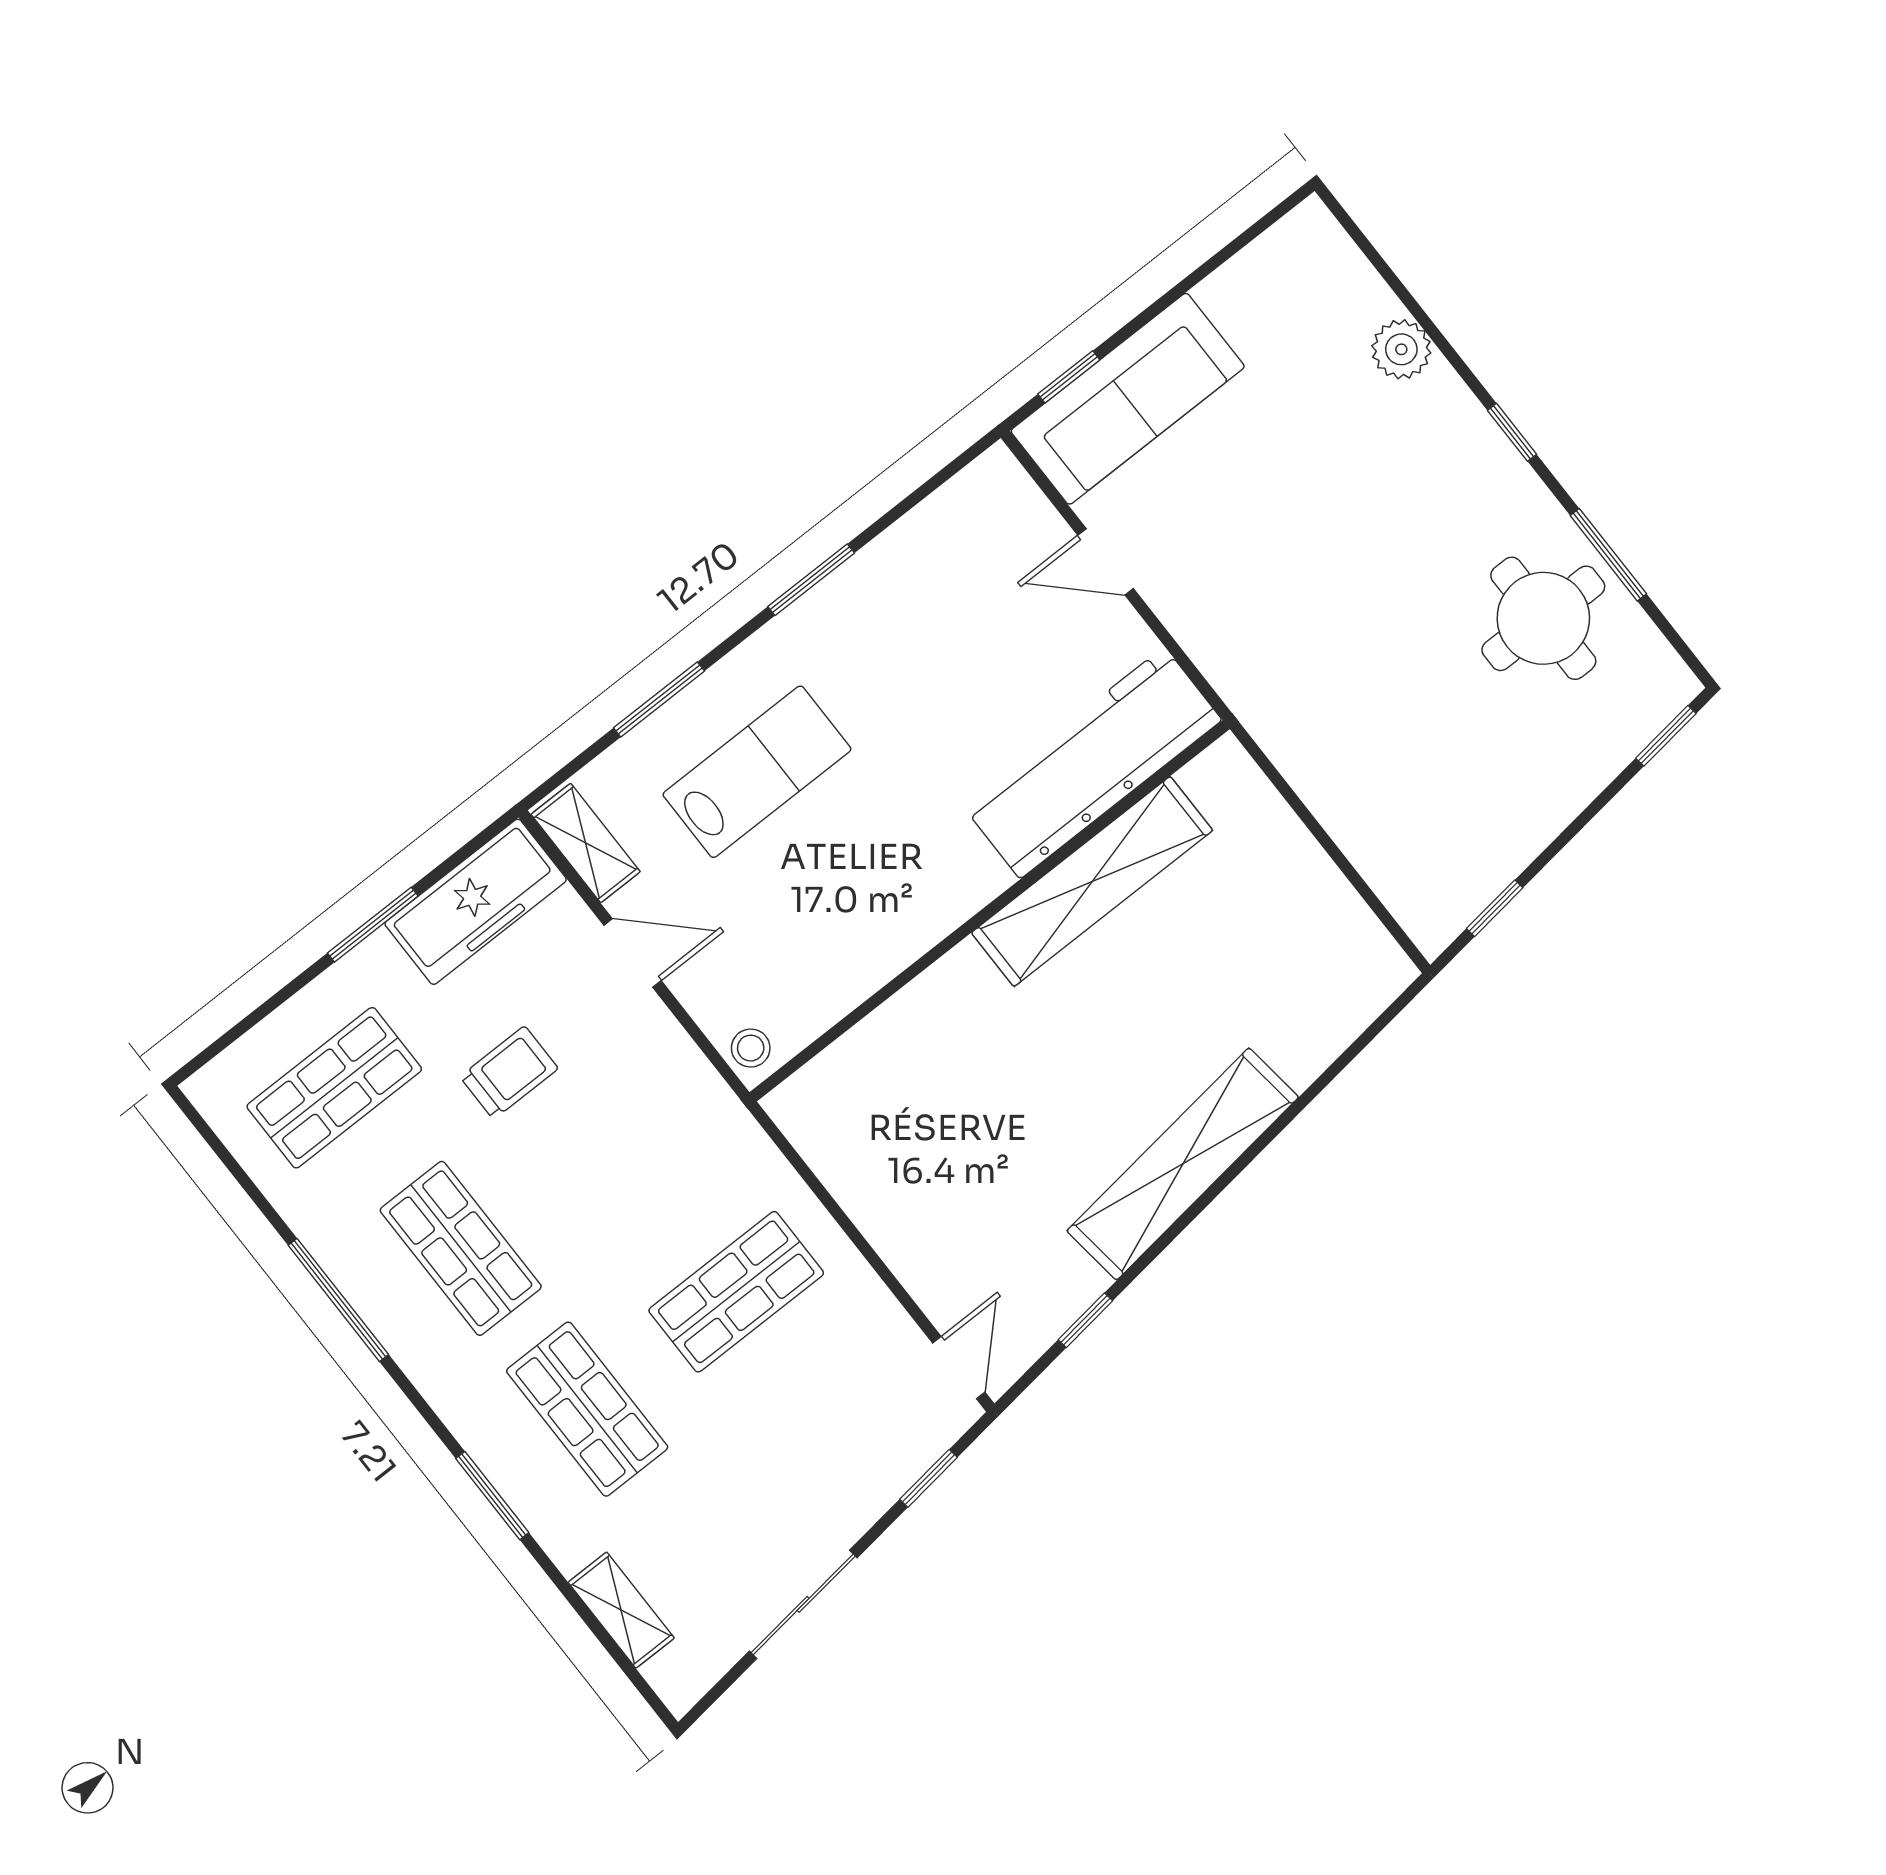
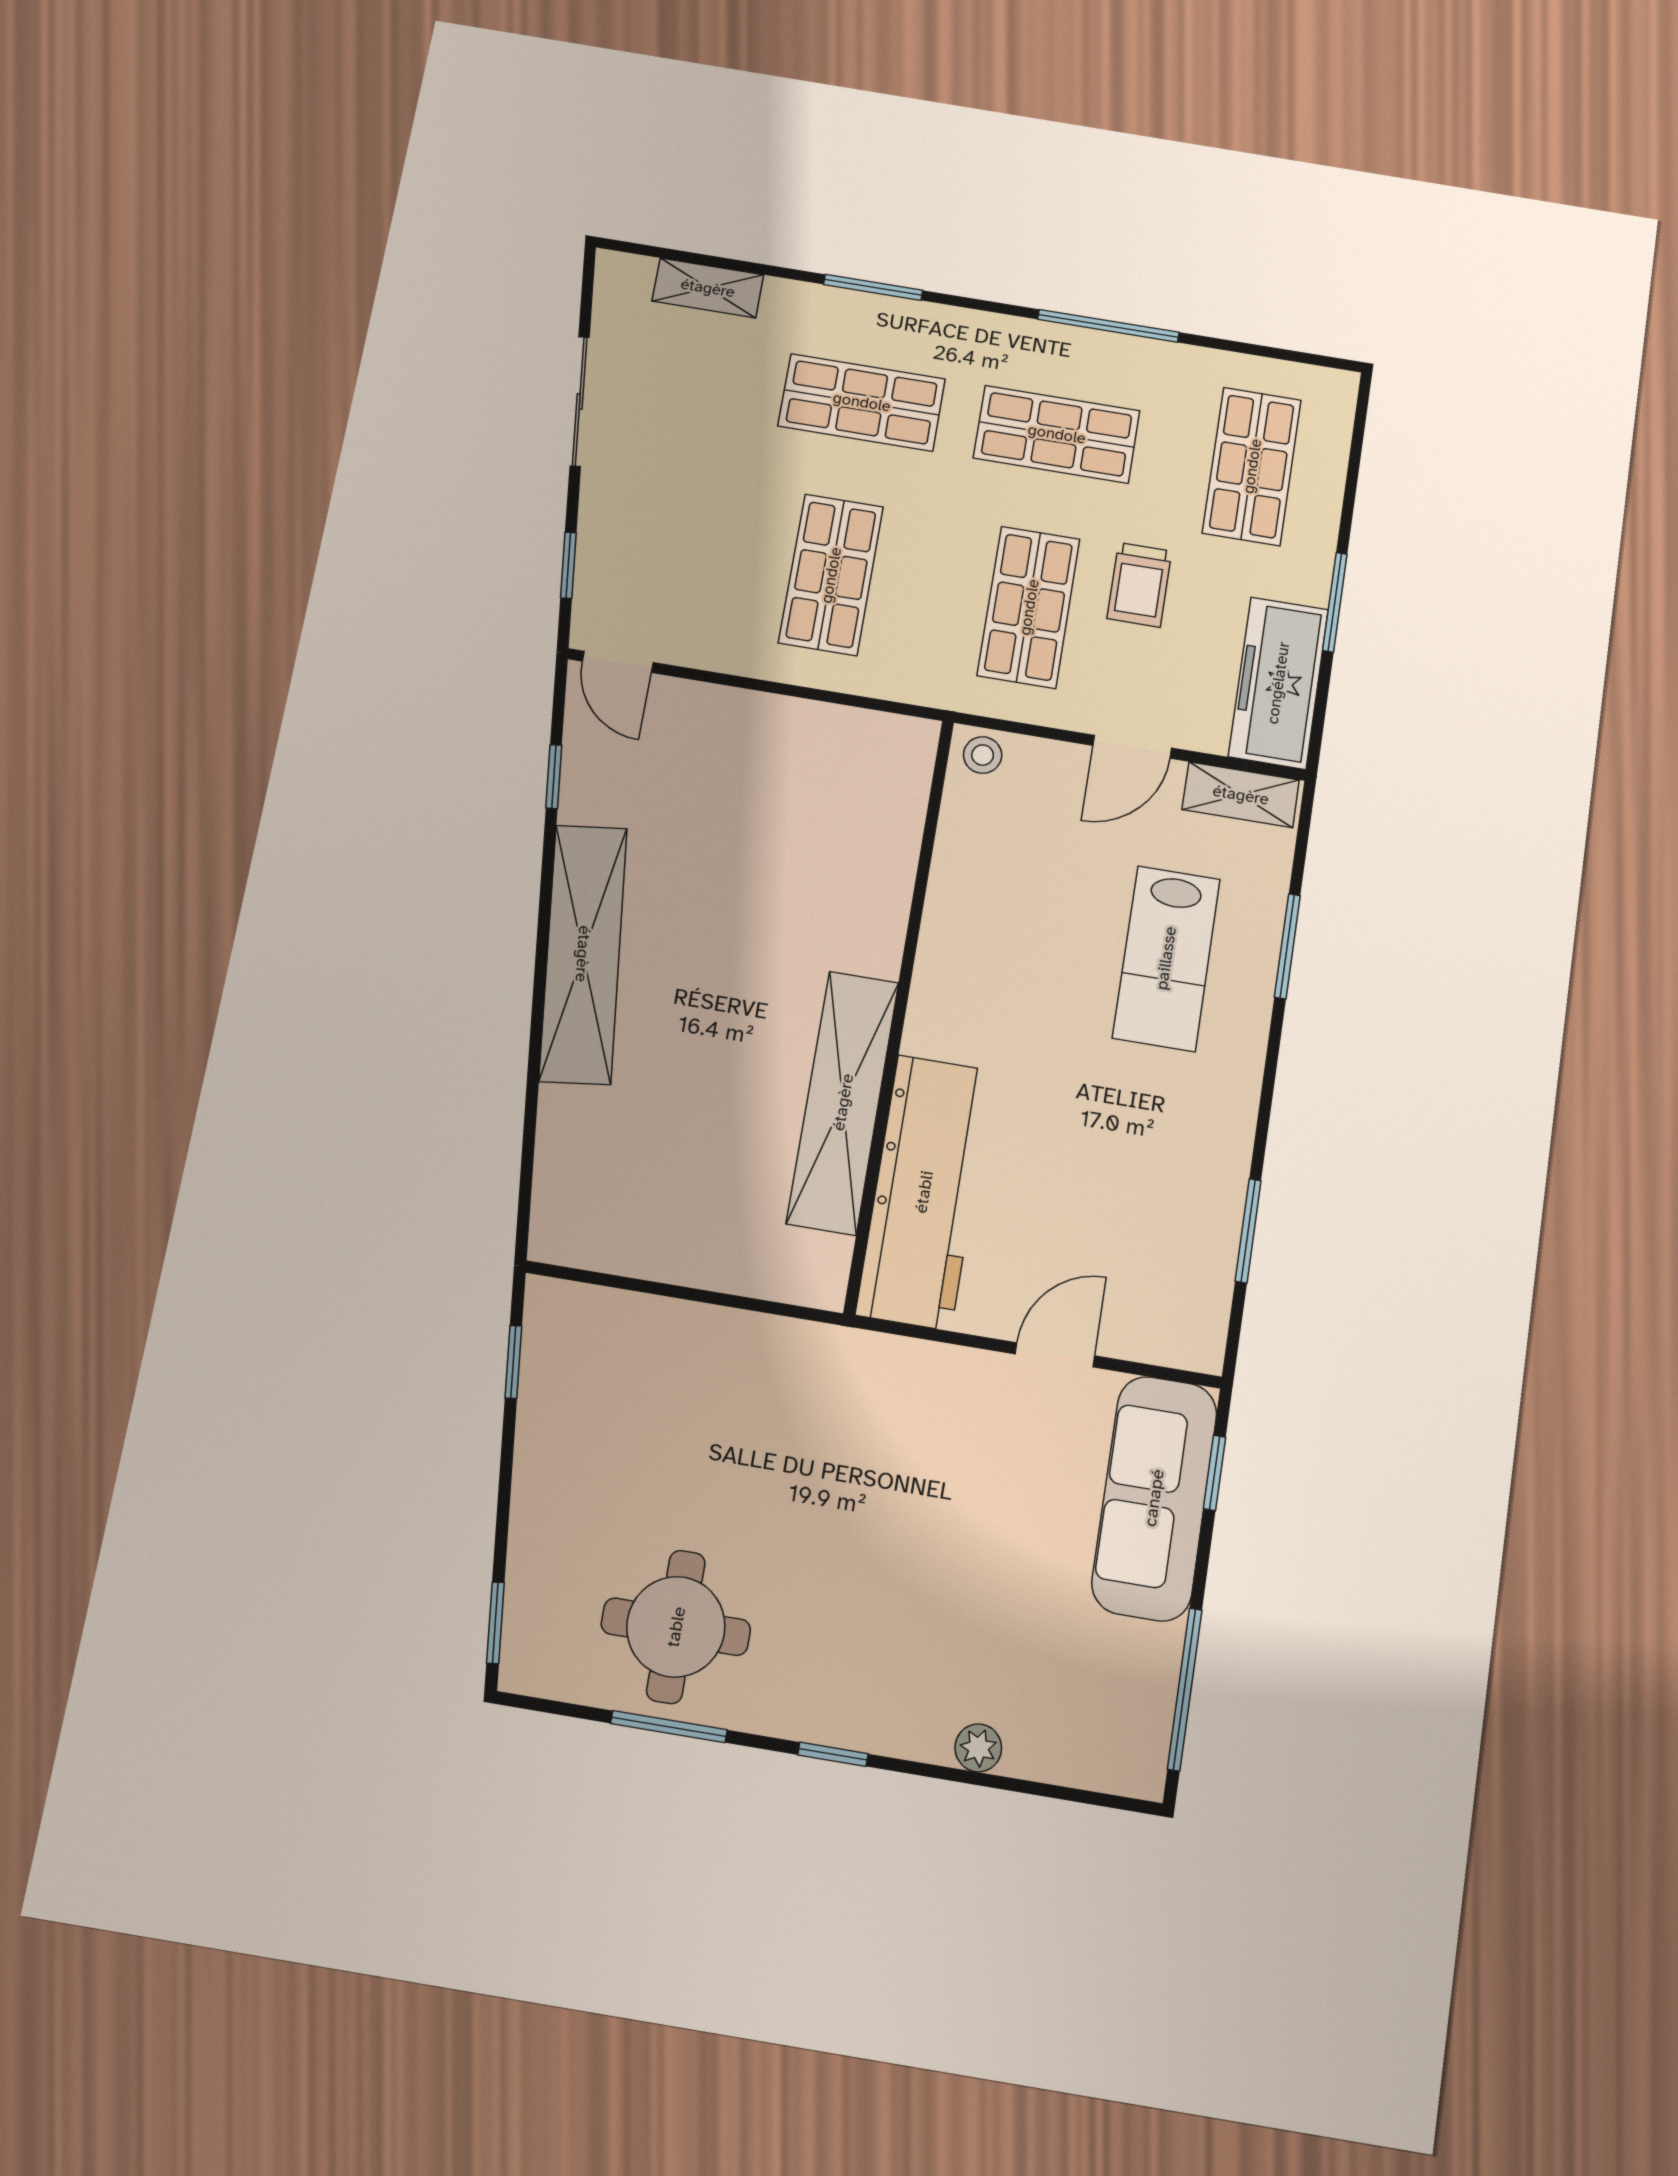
window: (1228, 251) -> (1185, 1689), added
plant: (1401, 349) -> (978, 1748), width x0.73, depth x0.73
window: (811, 580) -> (1248, 1231), moved
shop shelf: (610, 1131) -> (1029, 607), added

